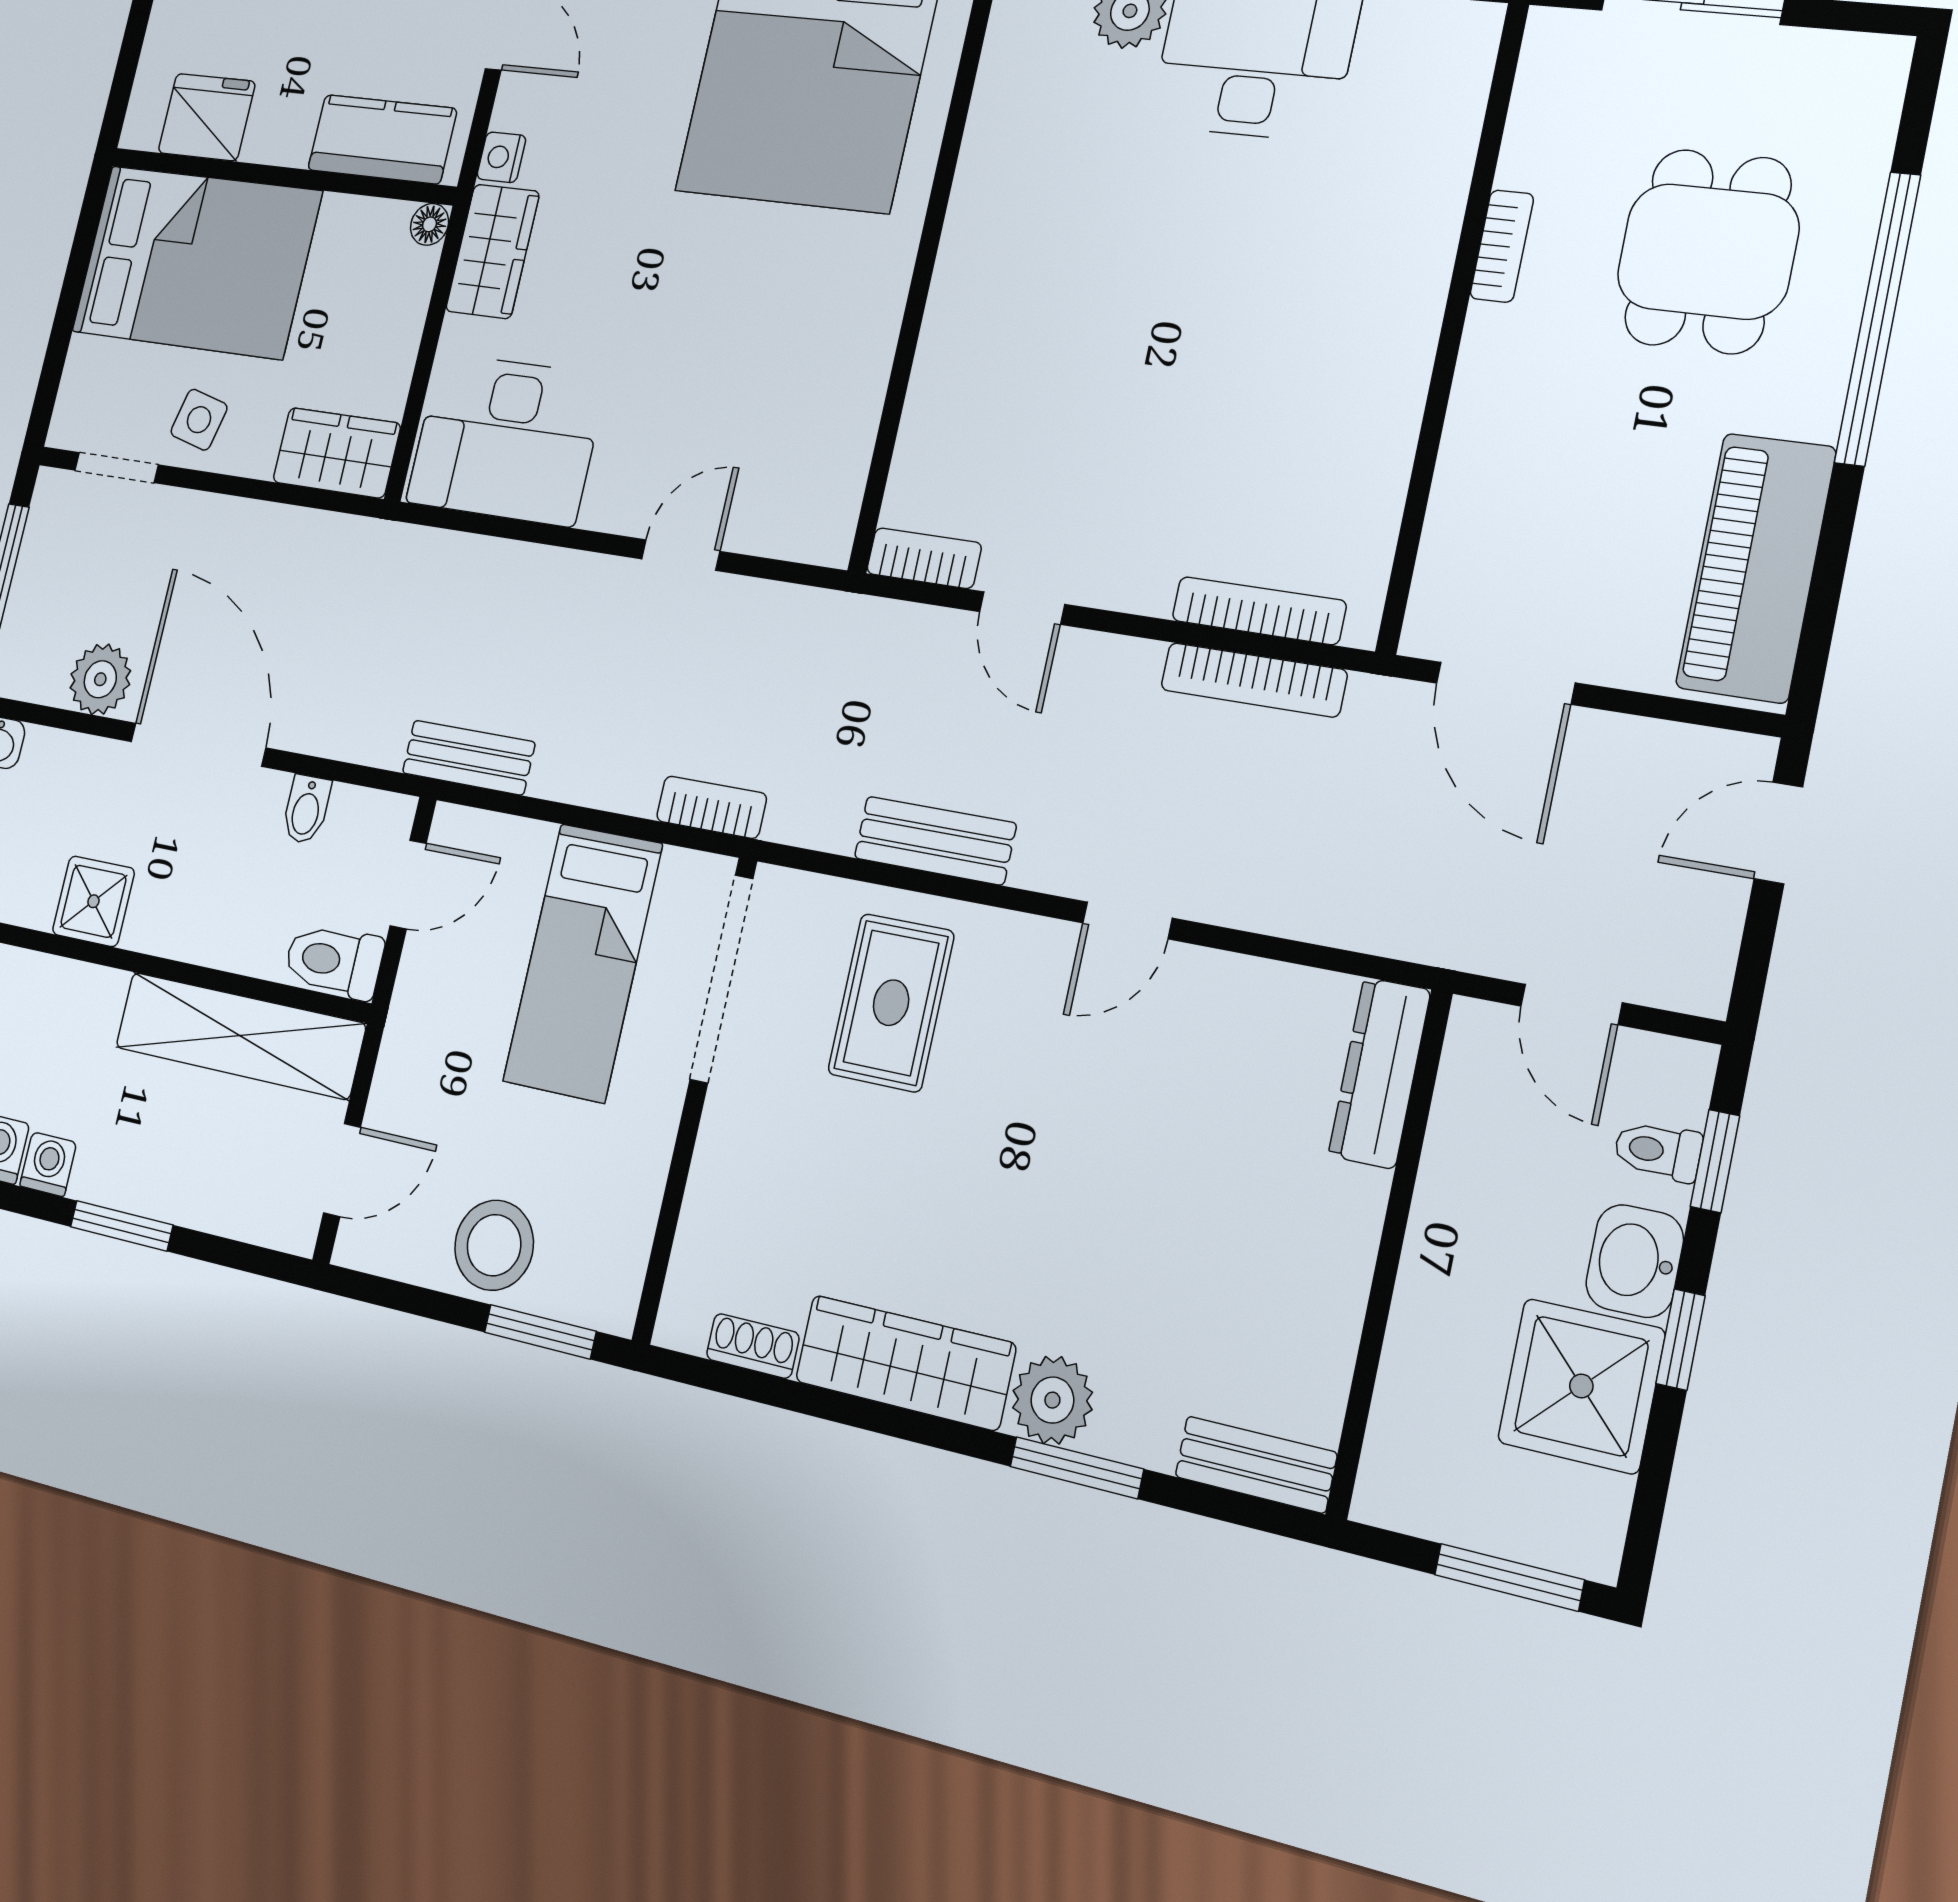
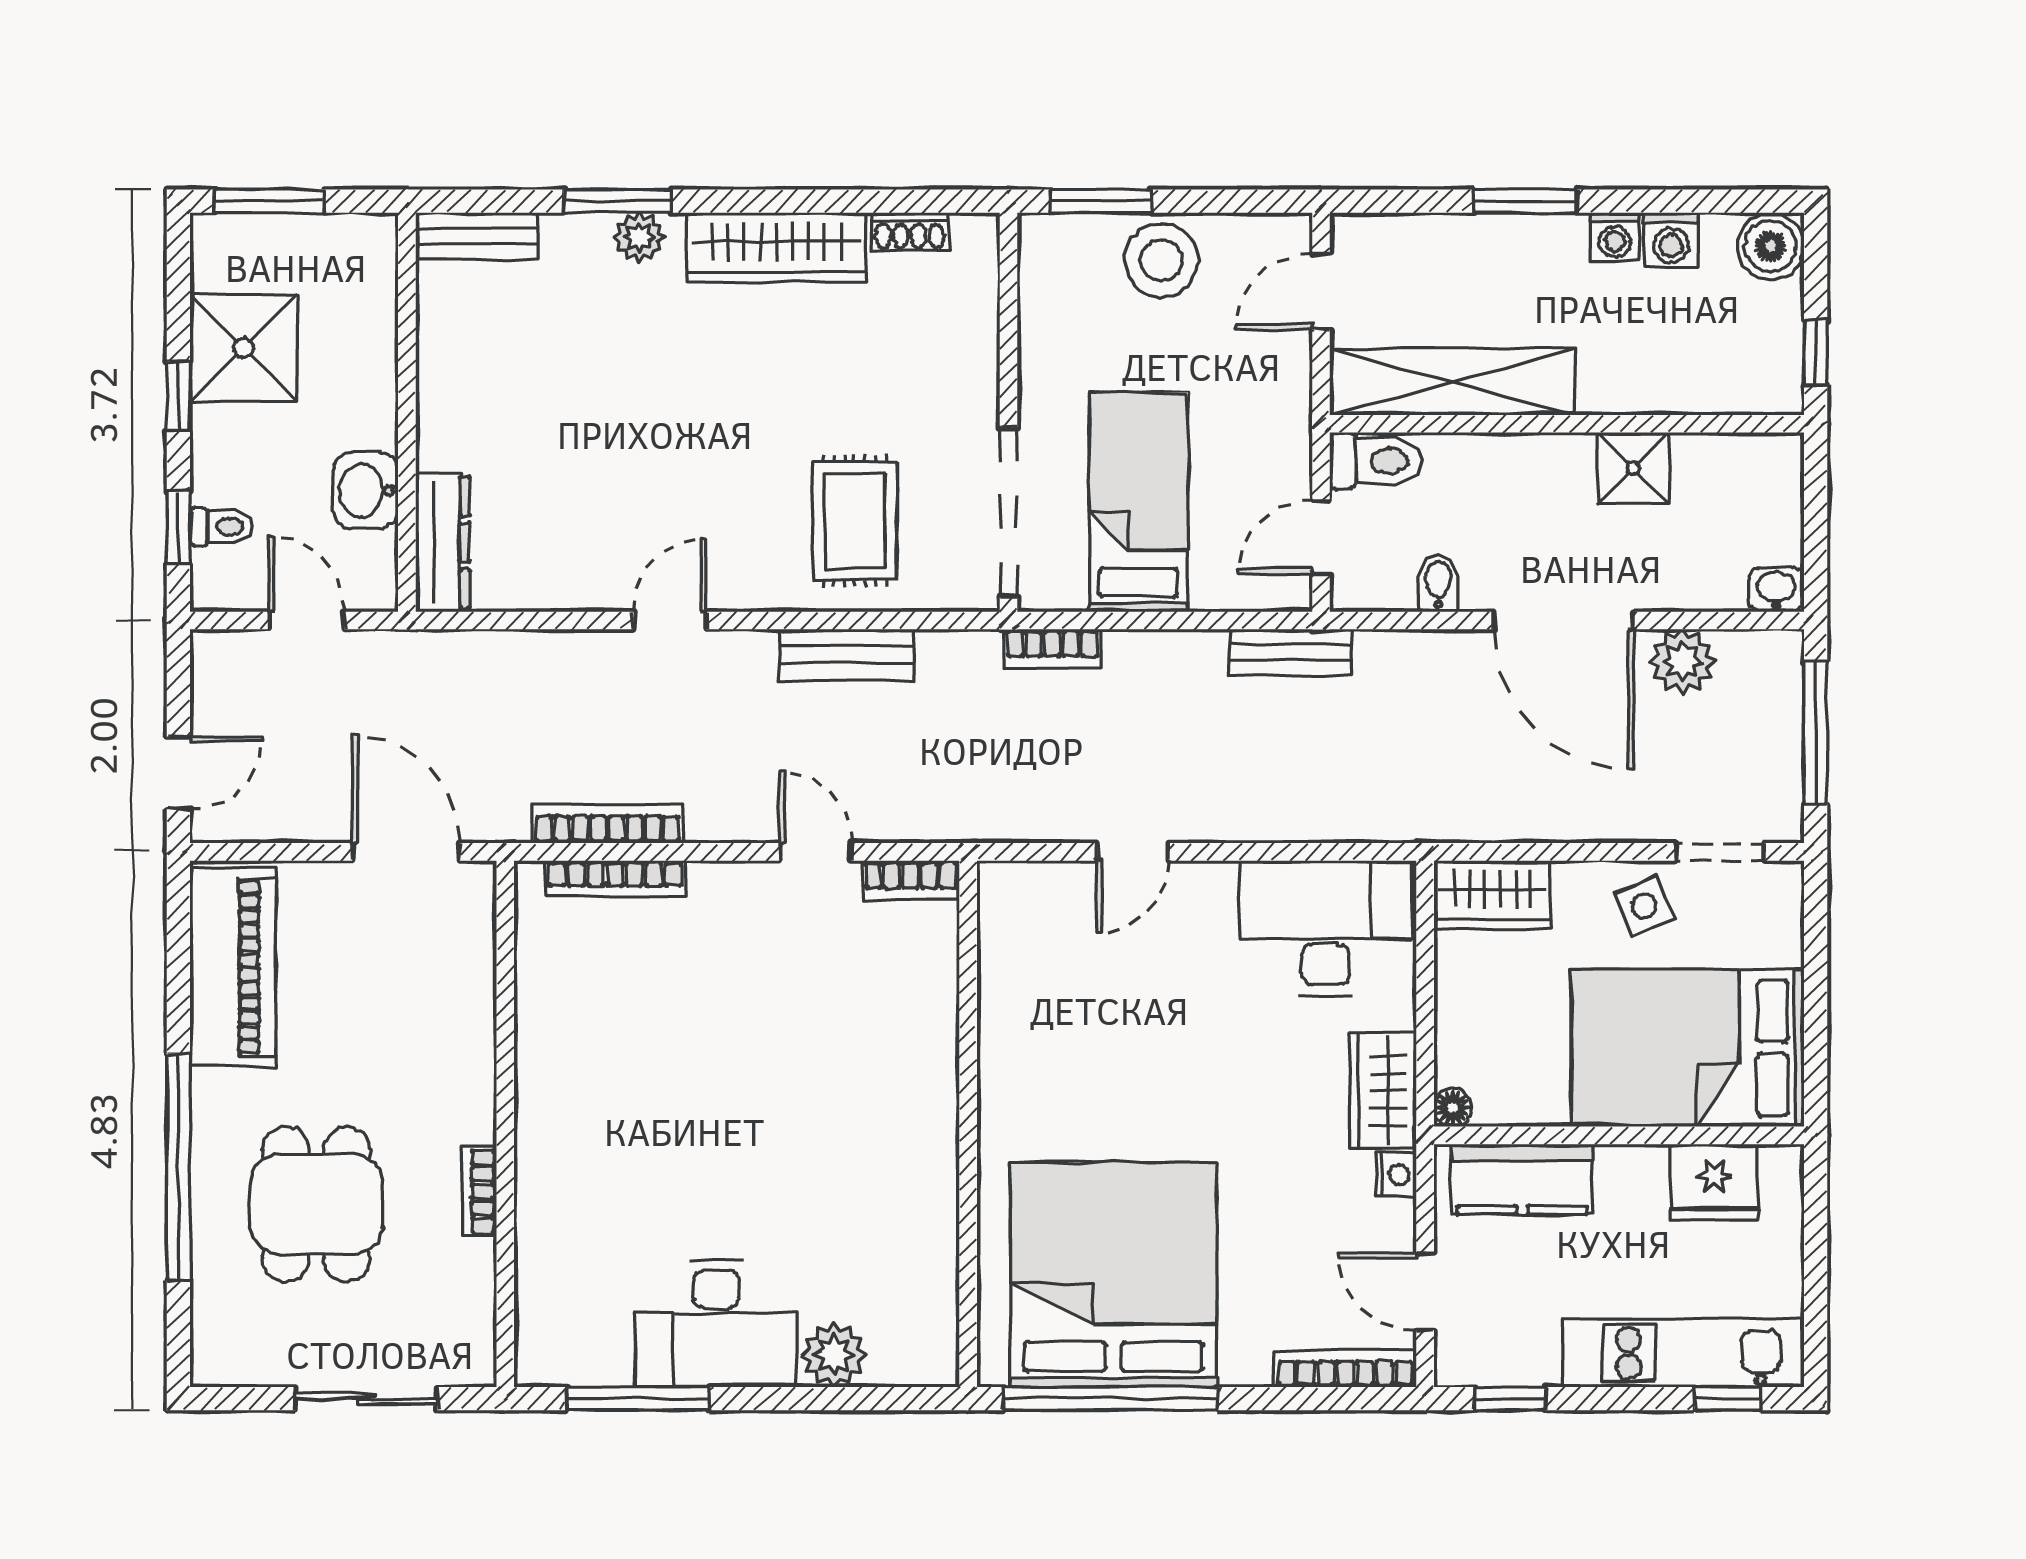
side table: (199, 420) -> (1644, 906), turned -37
washbasin: (1635, 1261) -> (366, 491), moved, turned 180
plant: (1052, 1400) -> (639, 237), width x0.73, depth x0.73

